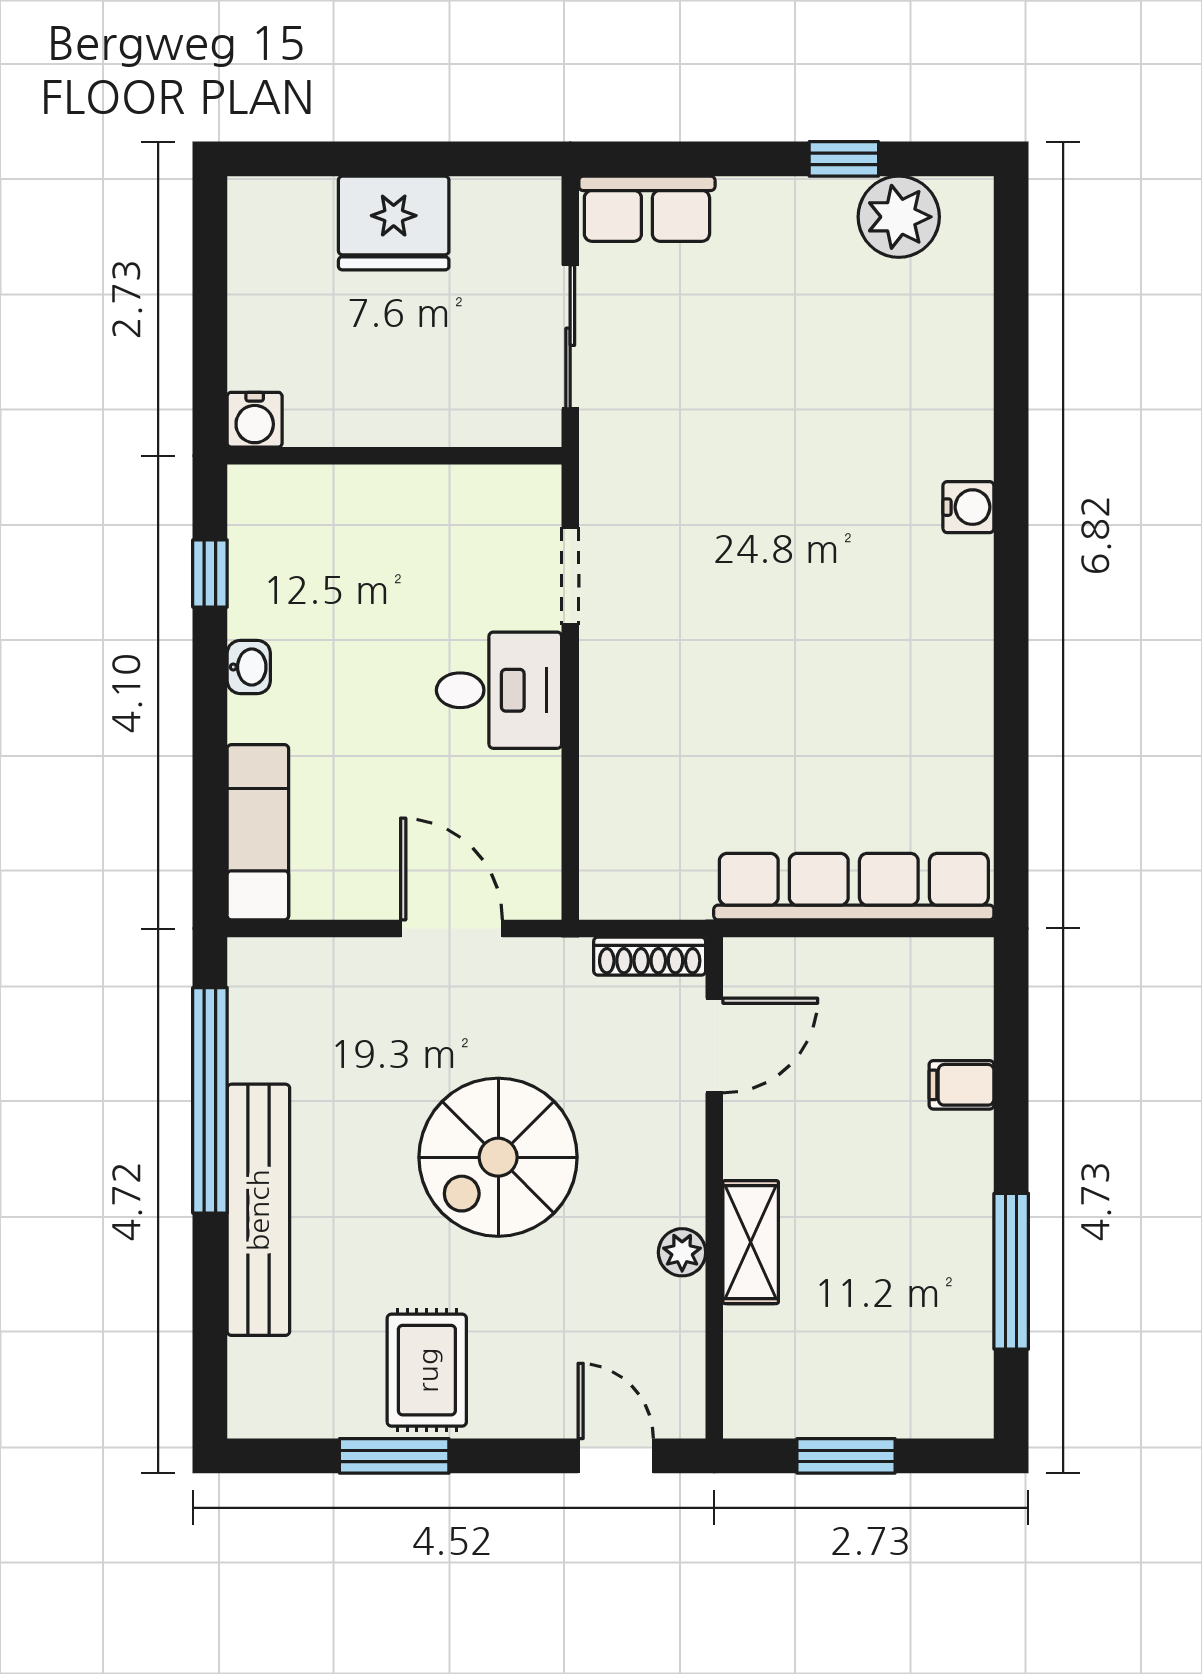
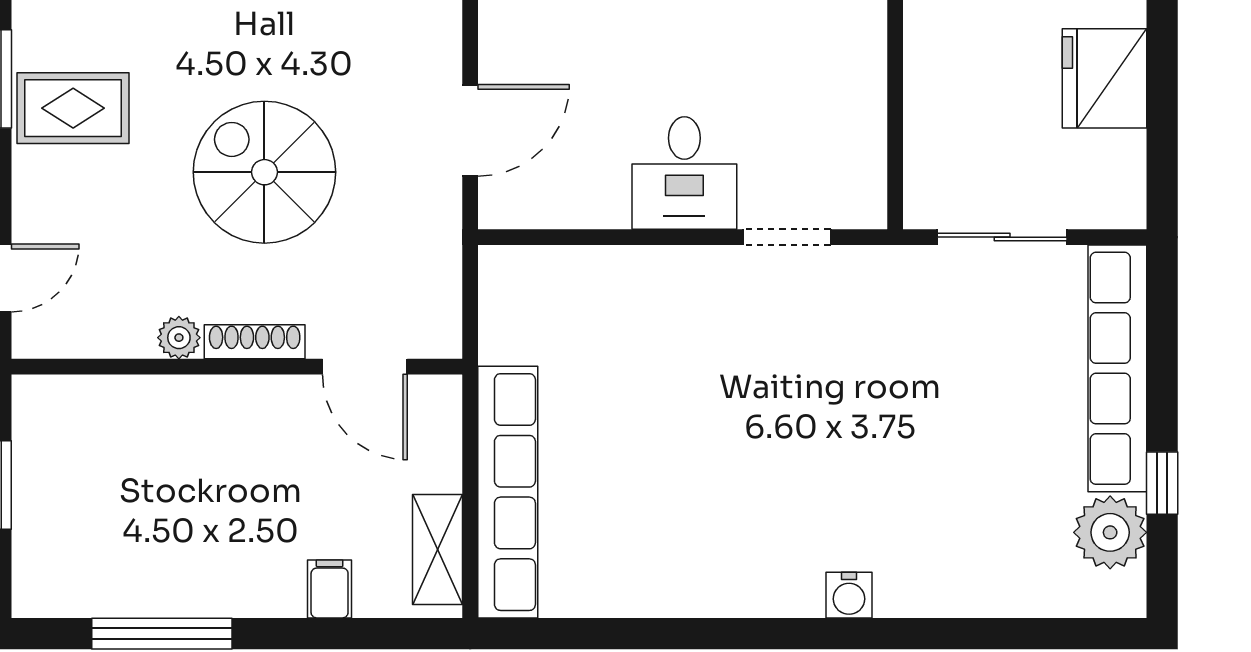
row of seats: (647, 209) -> (1117, 368), width x2.02
shoe rack: (650, 956) -> (255, 342), moved, turned 90
shelving: (751, 1242) -> (438, 550), moved, turned 90

